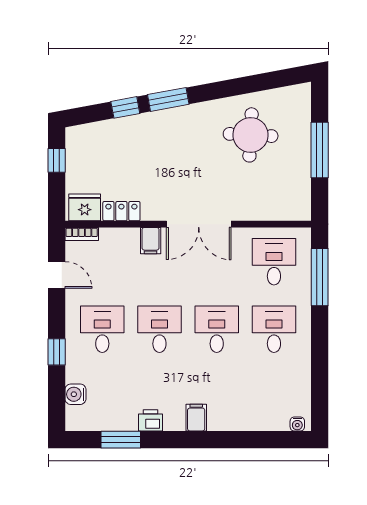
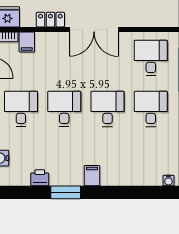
locker: (121, 211) -> (50, 20), moved
filing cabinet: (151, 241) -> (27, 42), moved
printer: (151, 420) -> (40, 178), moved
window: (121, 440) -> (66, 192), moved

